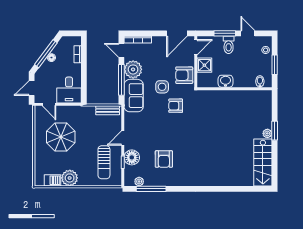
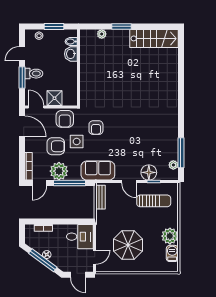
washbasin: (226, 81) -> (71, 54), moved
sofa: (134, 96) -> (98, 171), moved
plant: (267, 133) -> (102, 34), moved
armchair: (164, 159) -> (56, 146), moved

